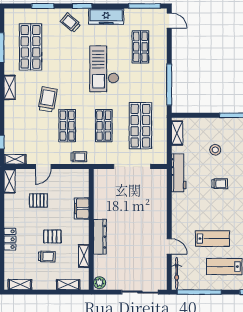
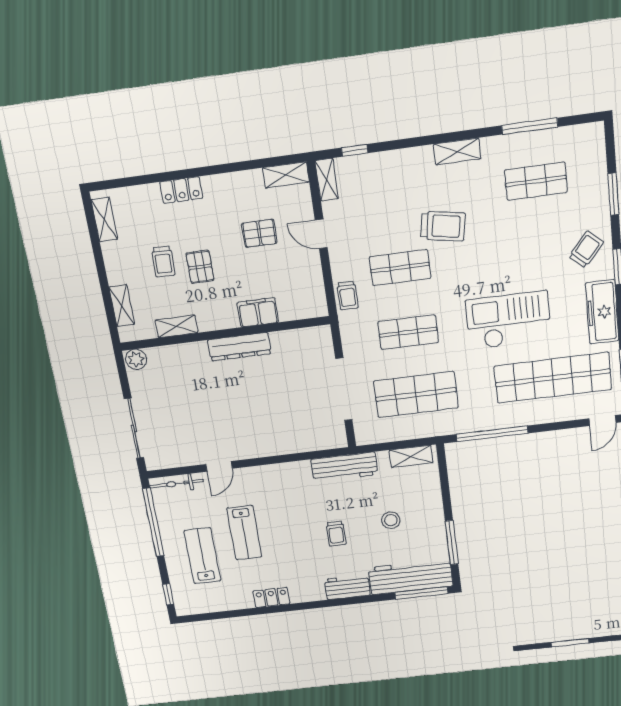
shop shelf: (31, 47) -> (536, 181), width x0.70, depth x0.74
shop shelf: (140, 47) -> (553, 378), width x2.00, depth x1.36
pallet: (38, 200) -> (259, 233), turned 90
dresser: (100, 237) -> (239, 347), moved

